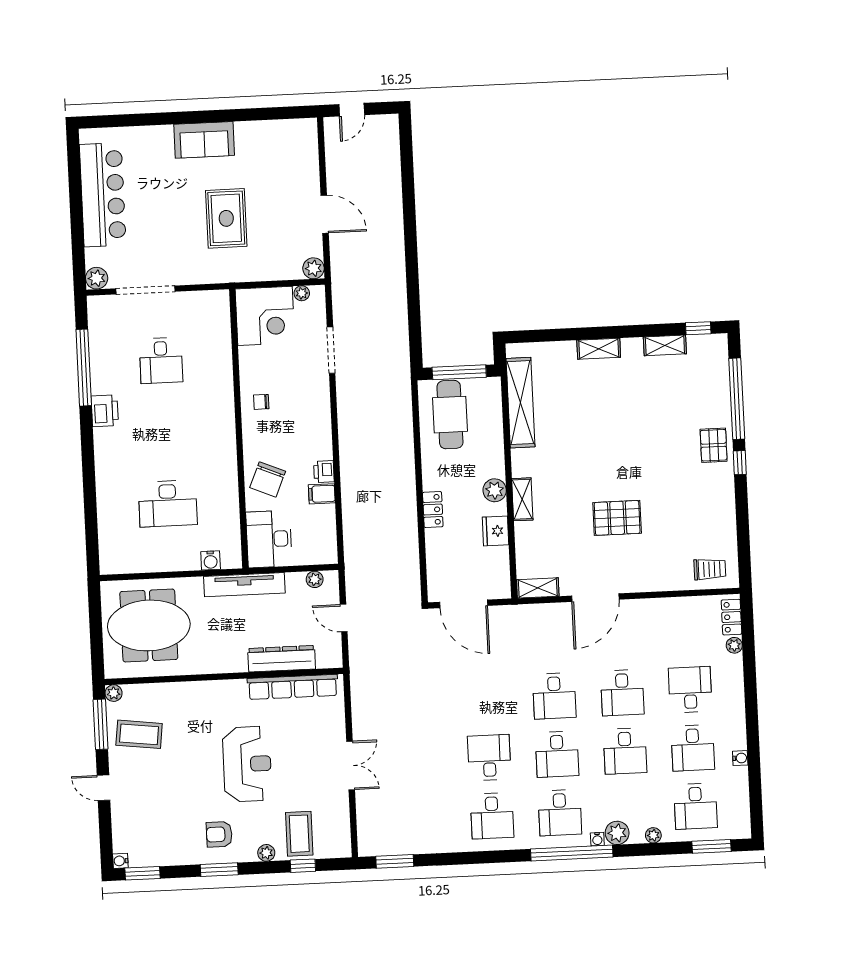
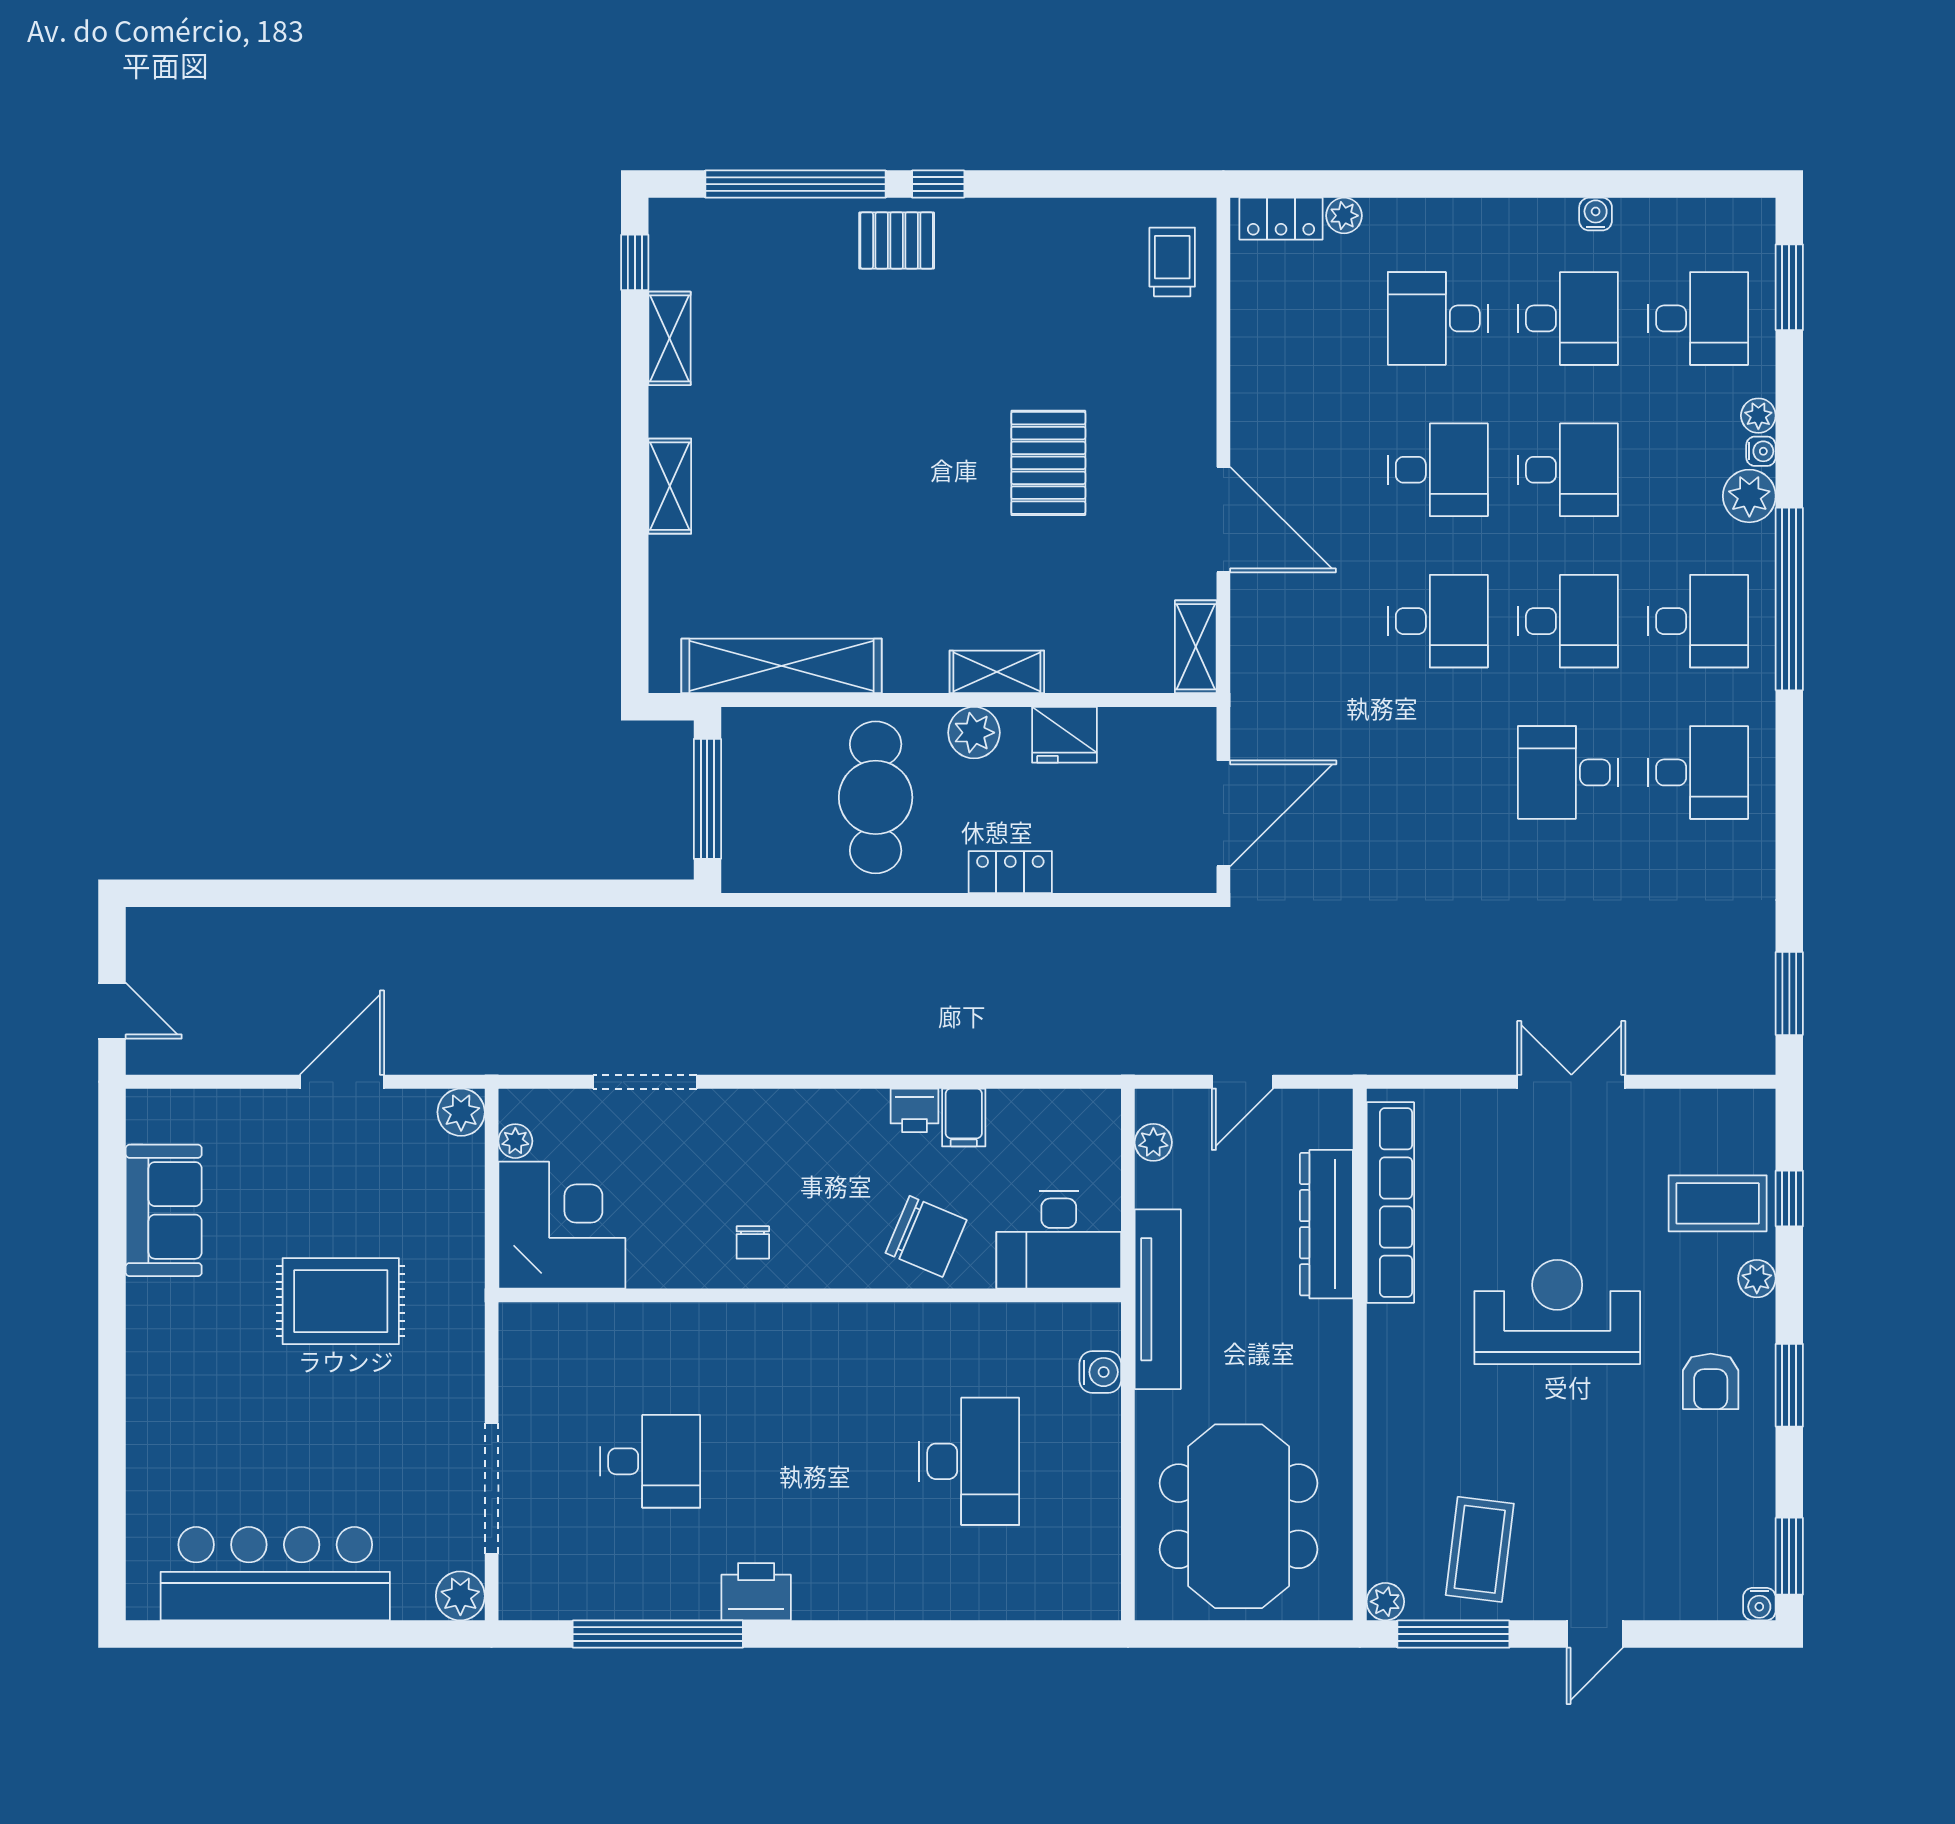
sofa: (204, 140) -> (164, 1210), moved
cafe table: (450, 415) -> (876, 797), moved, turned 90
water cooler: (597, 839) -> (1761, 451), moved

